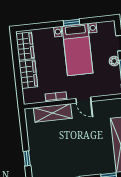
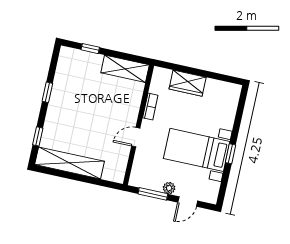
wardrobe: (25, 46) -> (221, 90), removed
shelving: (53, 113) -> (125, 69), moved, turned 90

